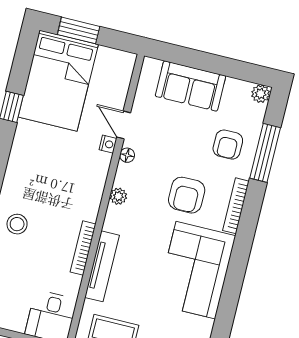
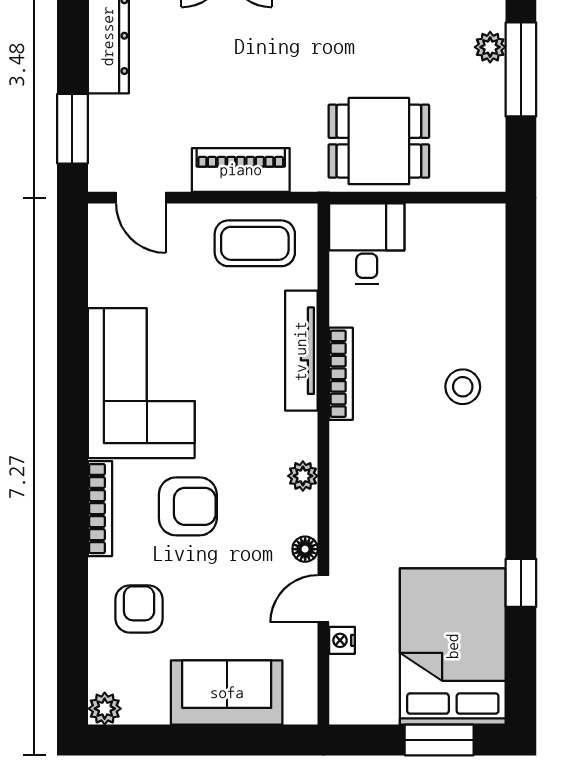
door: (124, 125) -> (323, 599), swing flipped
nightstand: (108, 144) -> (342, 640), moved
window: (265, 153) -> (72, 610), removed
armchair: (187, 195) -> (188, 506), turned 90

